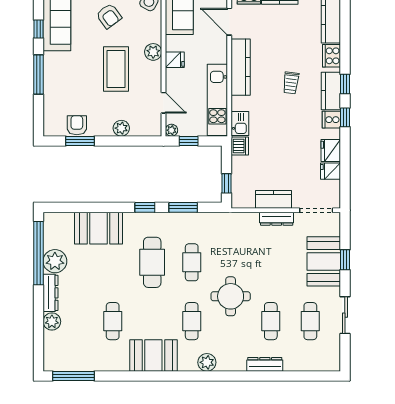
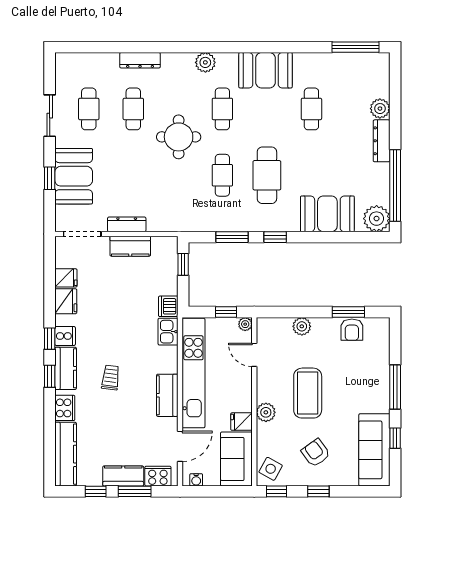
door: (229, 22) -> (180, 446), hinge flipped
fridge: (175, 60) -> (241, 422), moved
kitchen counter: (241, 67) -> (167, 395), width x0.67
kitchen unit: (217, 100) -> (193, 373), width x1.36
plant: (55, 261) -> (377, 219), moved

